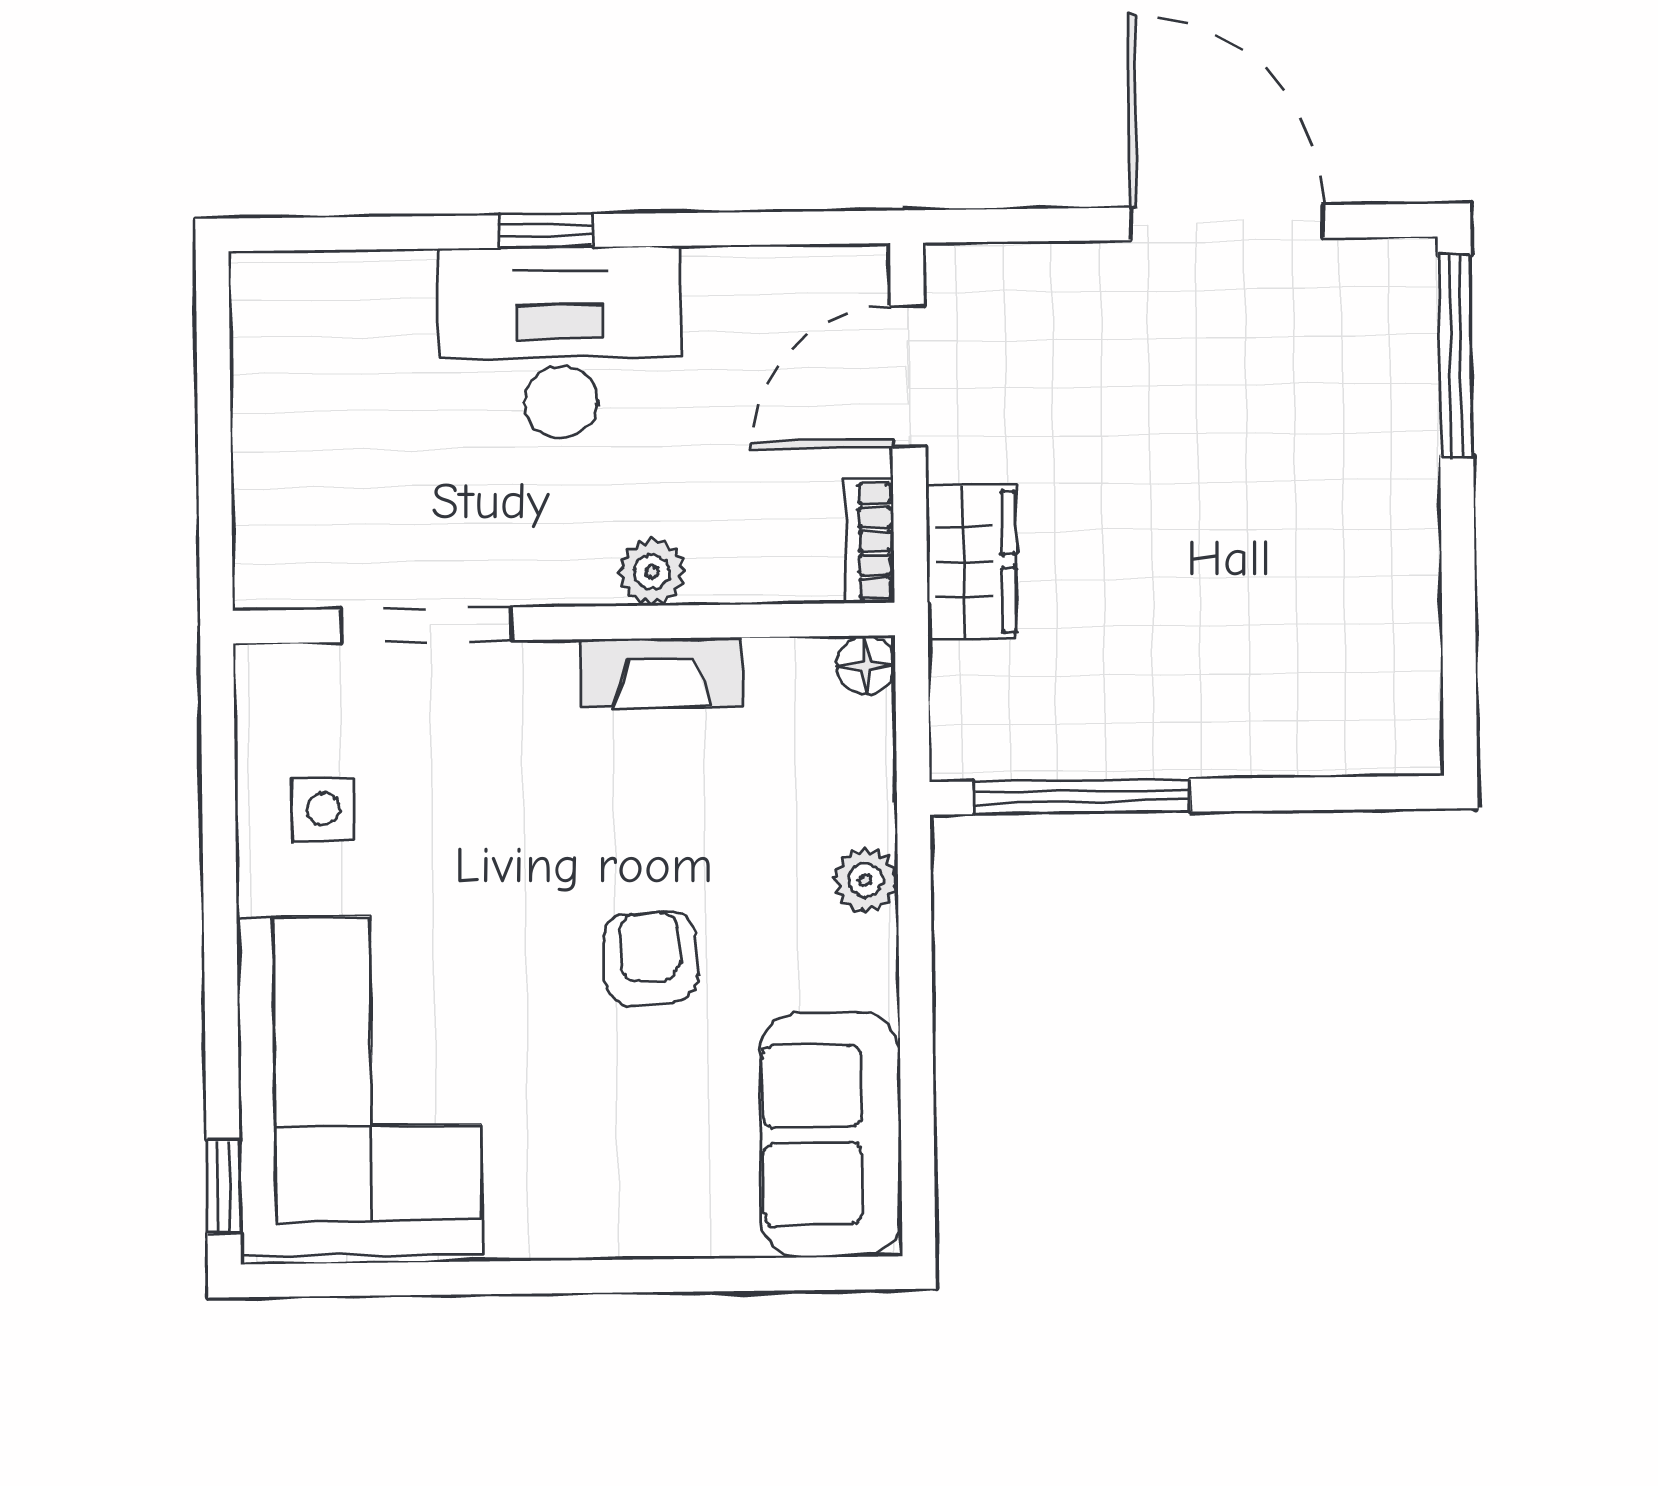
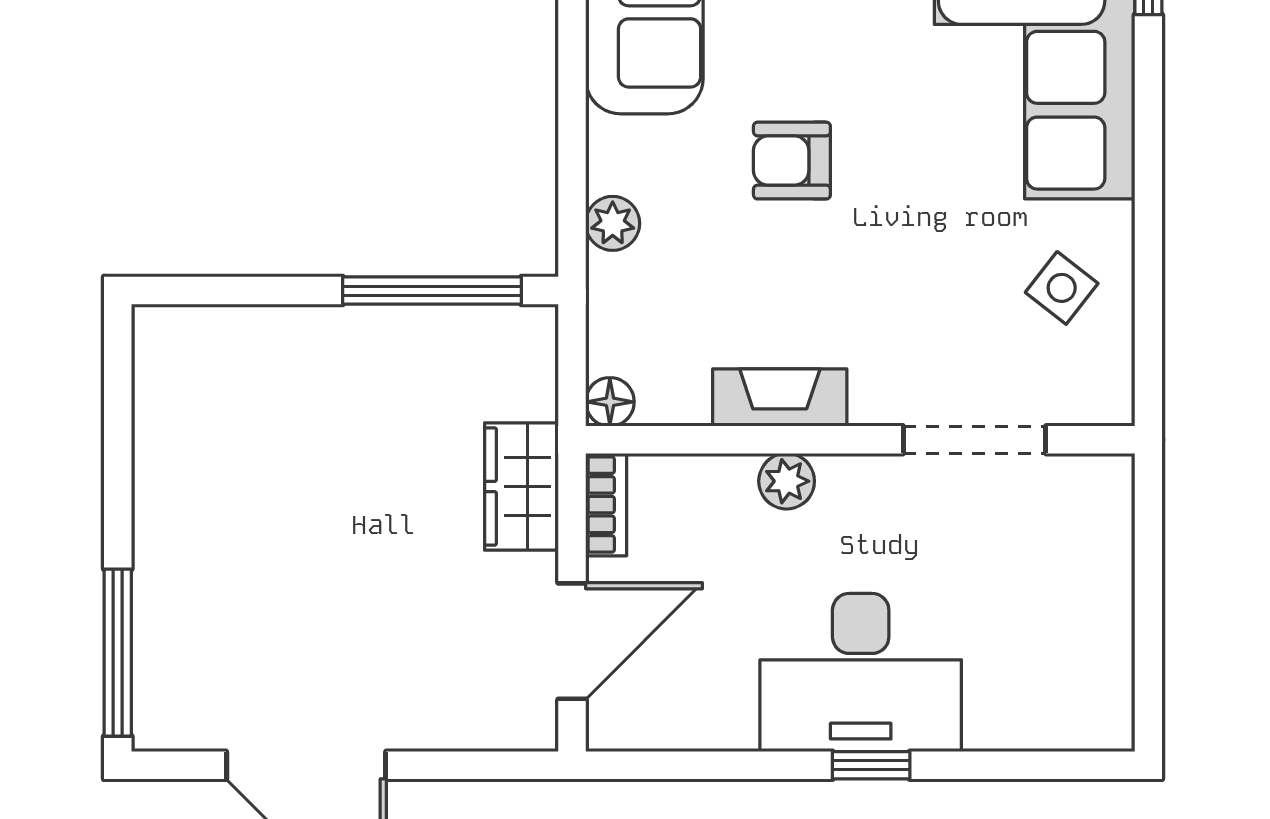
side table: (323, 809) -> (1062, 288), turned 38
armchair: (650, 959) -> (792, 161), turned 94

